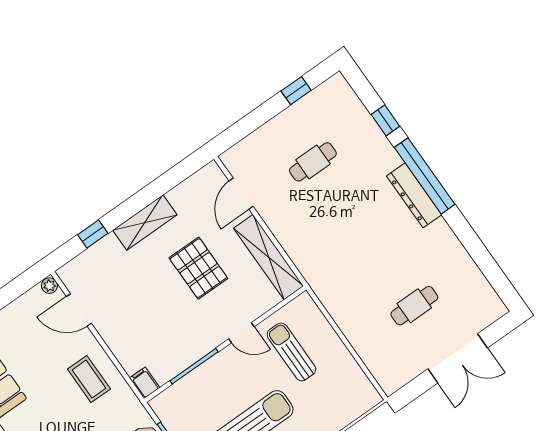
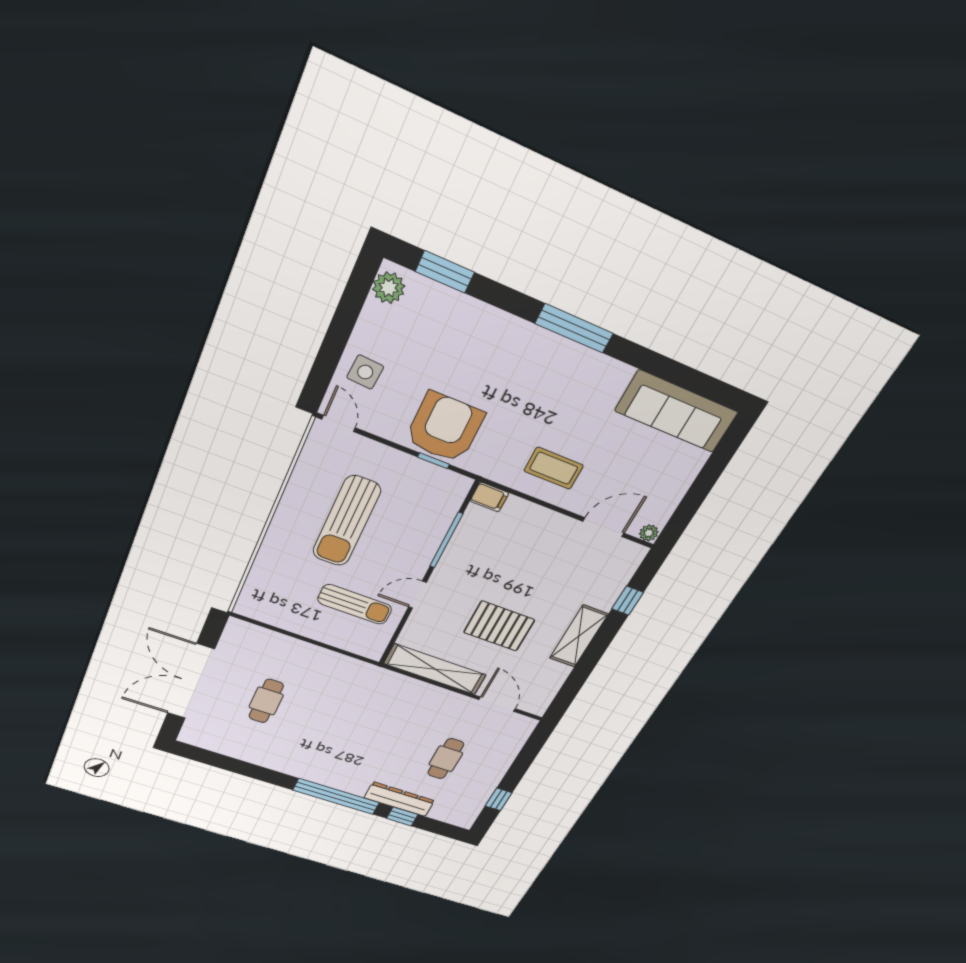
dresser: (414, 195) -> (399, 799), moved
double door: (458, 358) -> (191, 681), width x1.36

